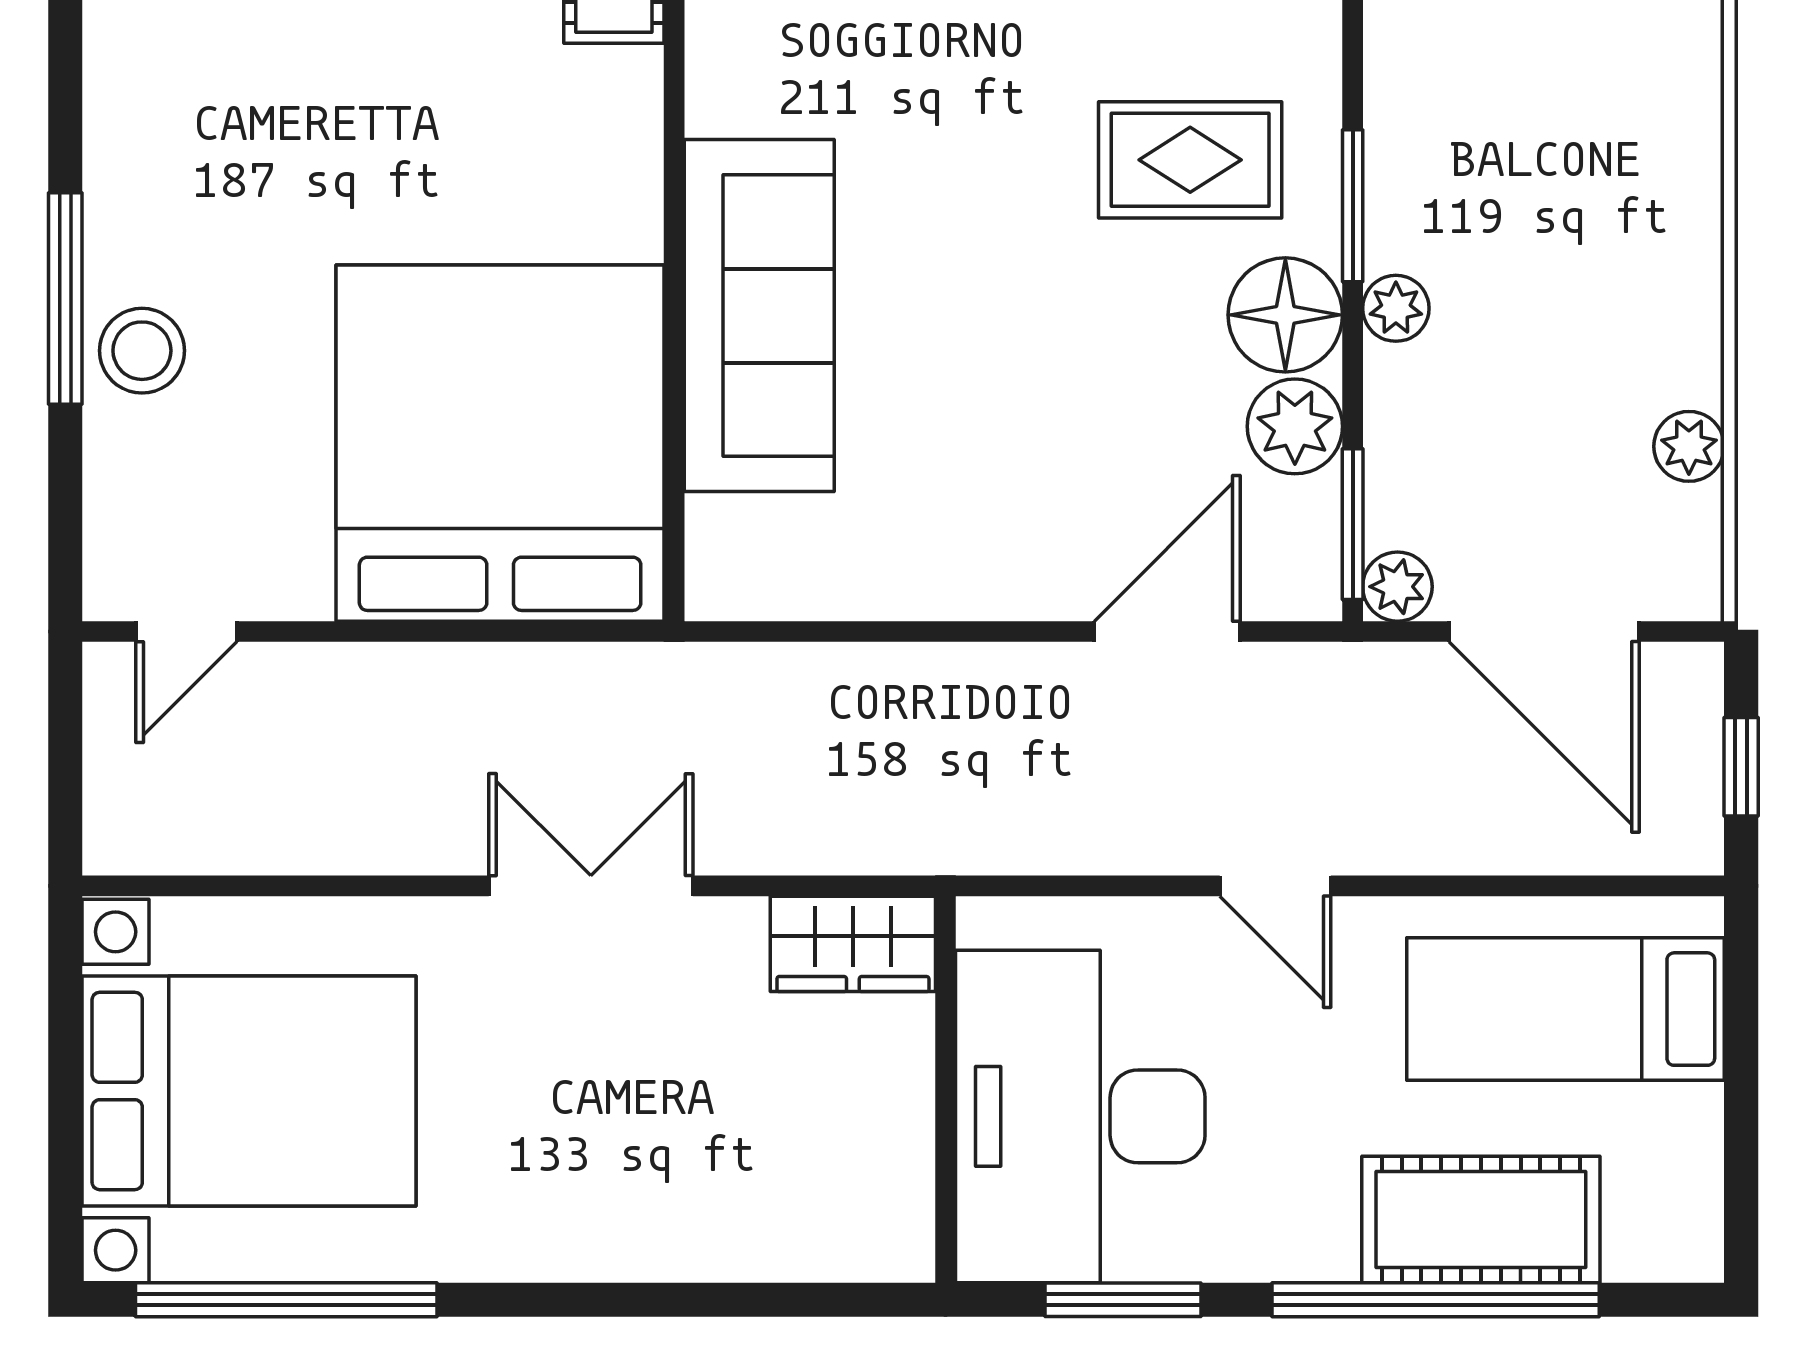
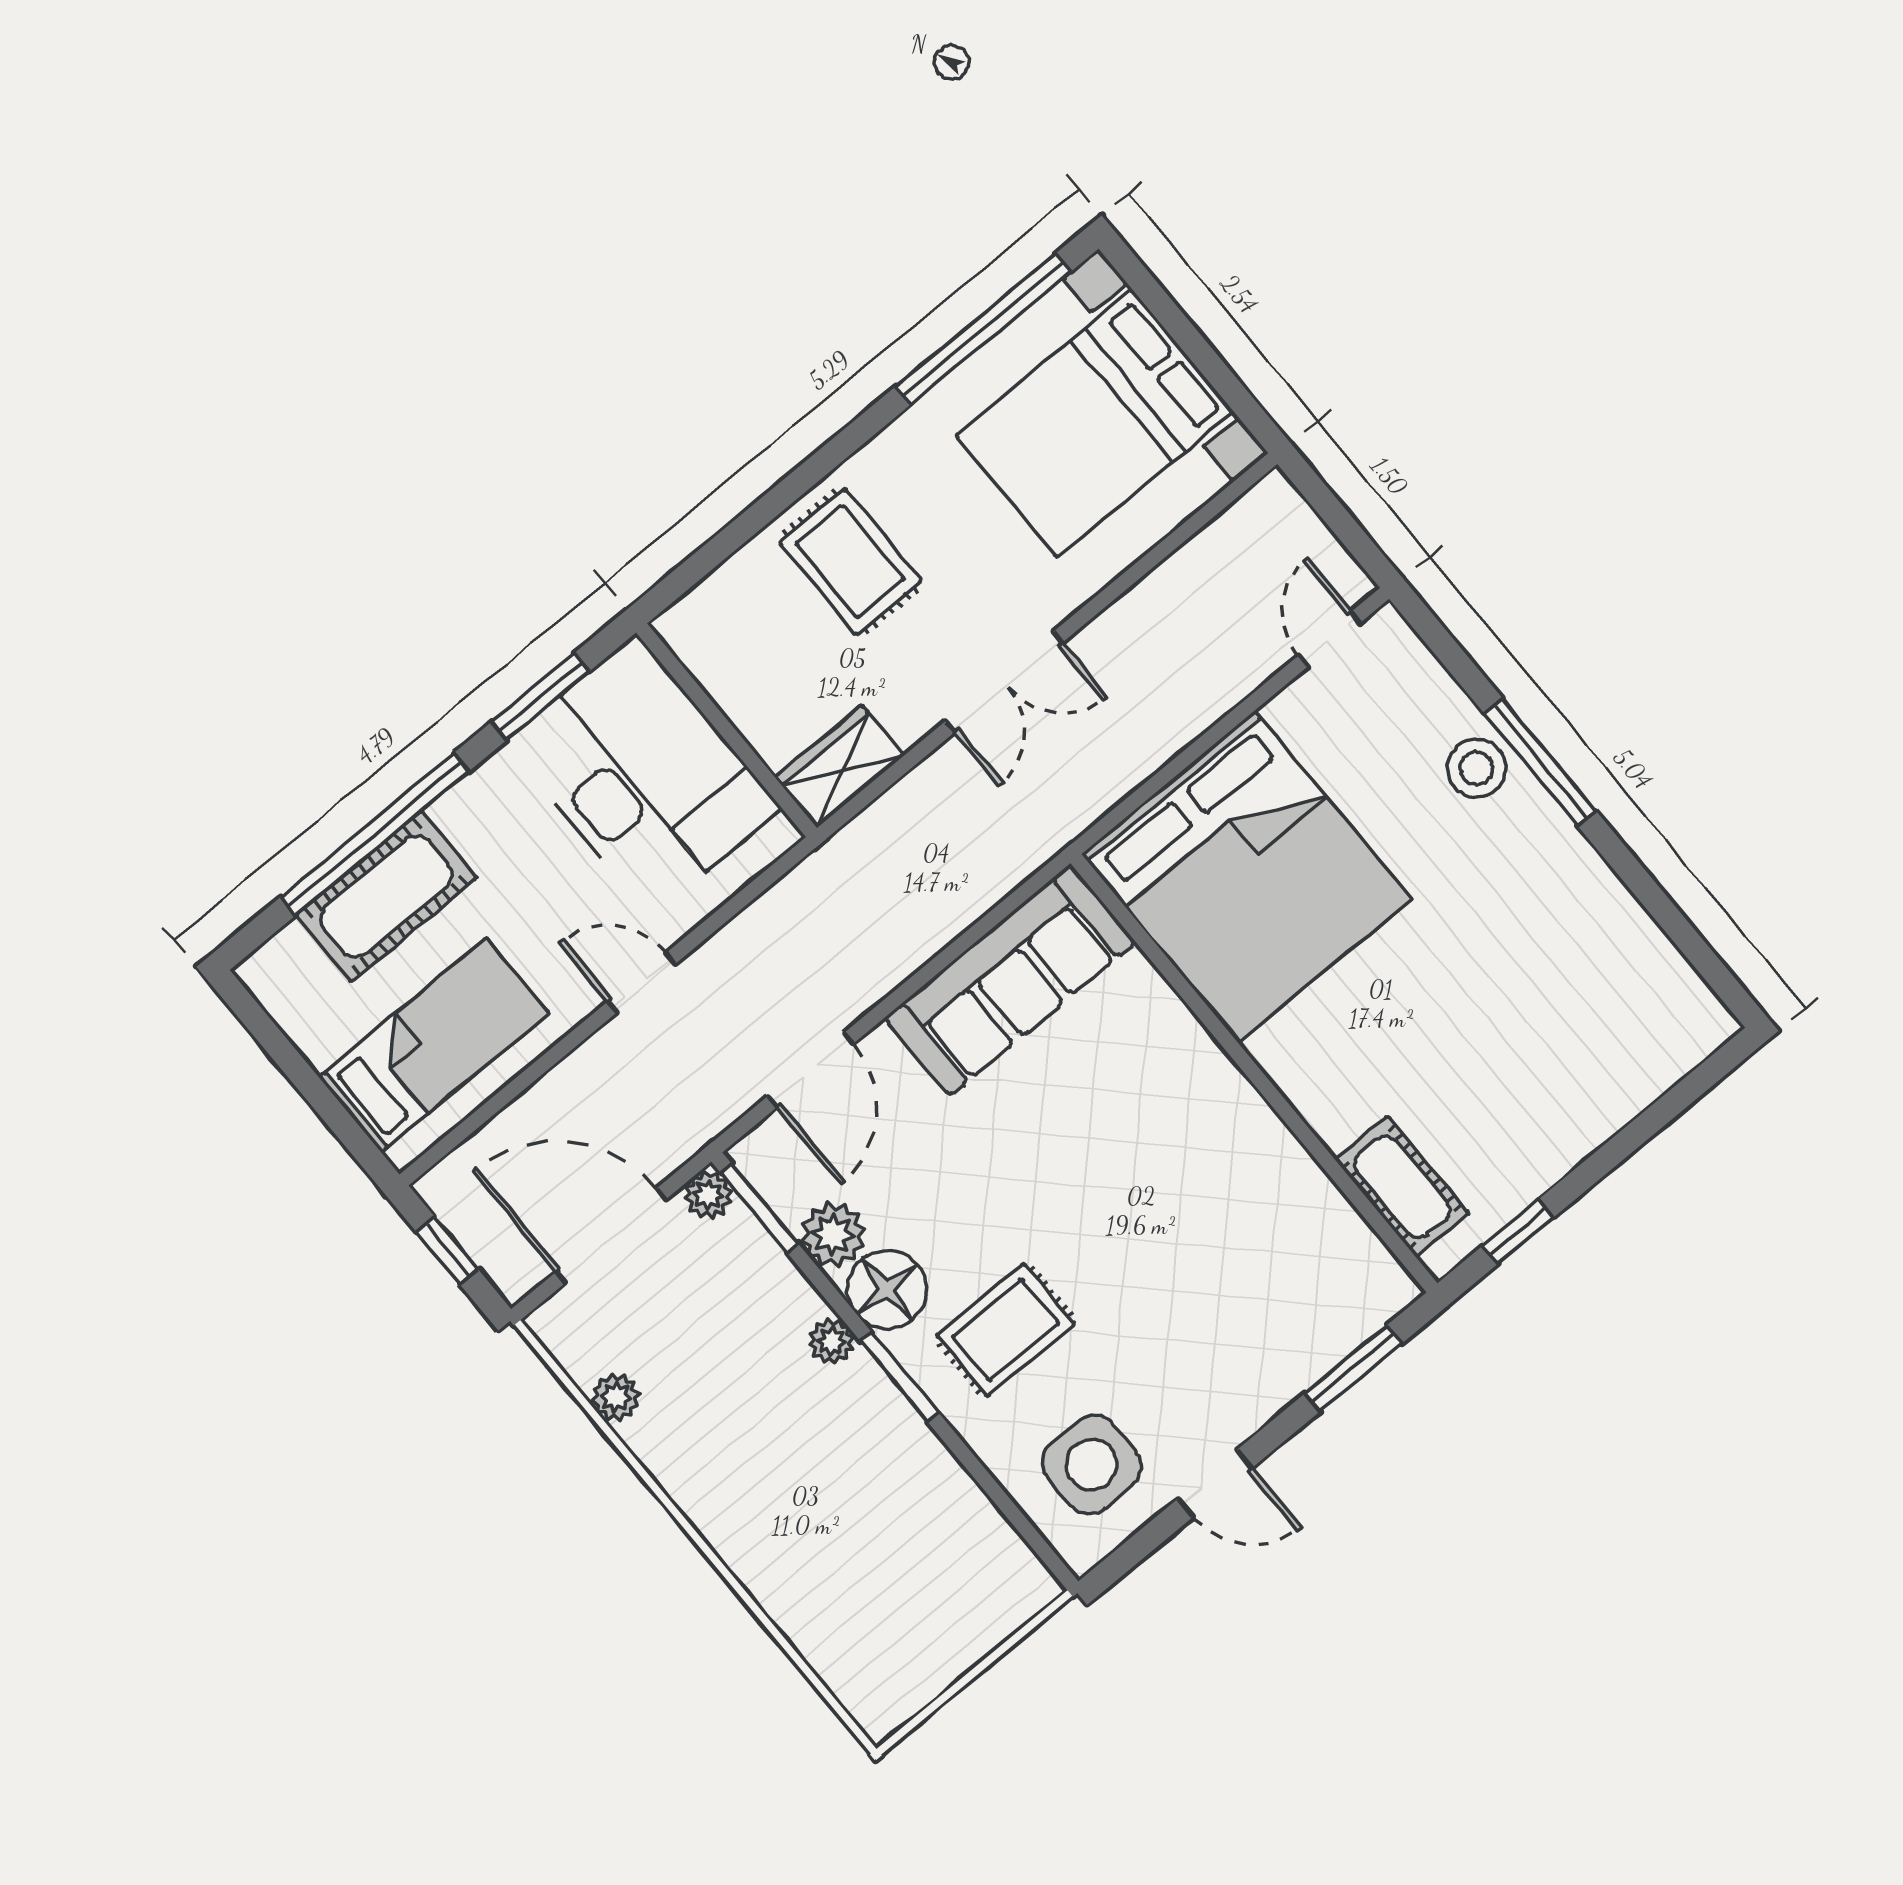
sofa: (759, 316) -> (1010, 980), moved, turned -90
rug: (651, 1163) -> (850, 562), added

